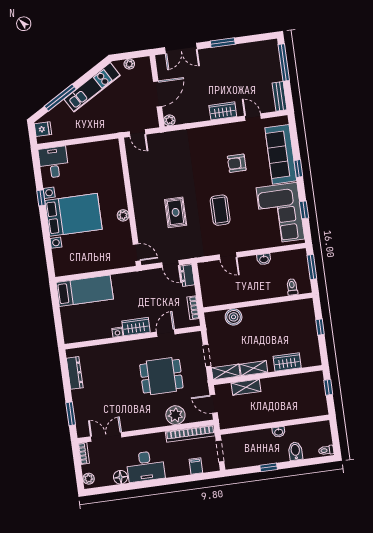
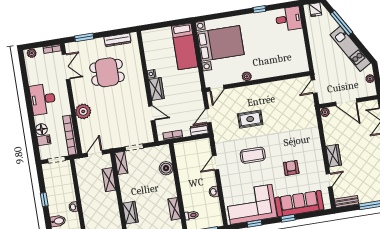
bed with nightstands: (73, 215) -> (220, 43), moved, turned -90
shelving: (254, 368) -> (174, 209), moved
dining table: (161, 376) -> (107, 72), moved, turned 90
plant: (175, 415) -> (83, 111), moved
floor lamp: (120, 477) -> (41, 129), moved

